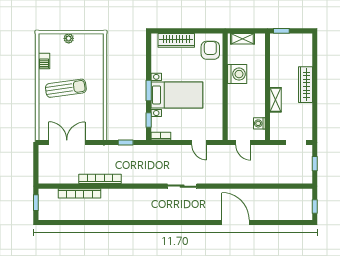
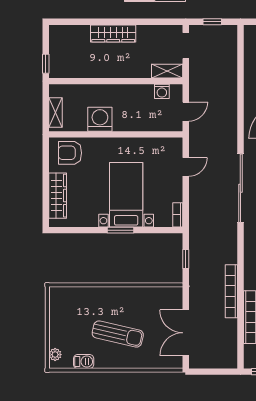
plant: (69, 38) -> (55, 355), moved
sun lounger: (66, 88) -> (118, 334), turned 111
shelving: (276, 100) -> (167, 71), moved
window: (149, 120) -> (157, 230), removed
sliding door: (182, 186) -> (240, 188), width x1.86

